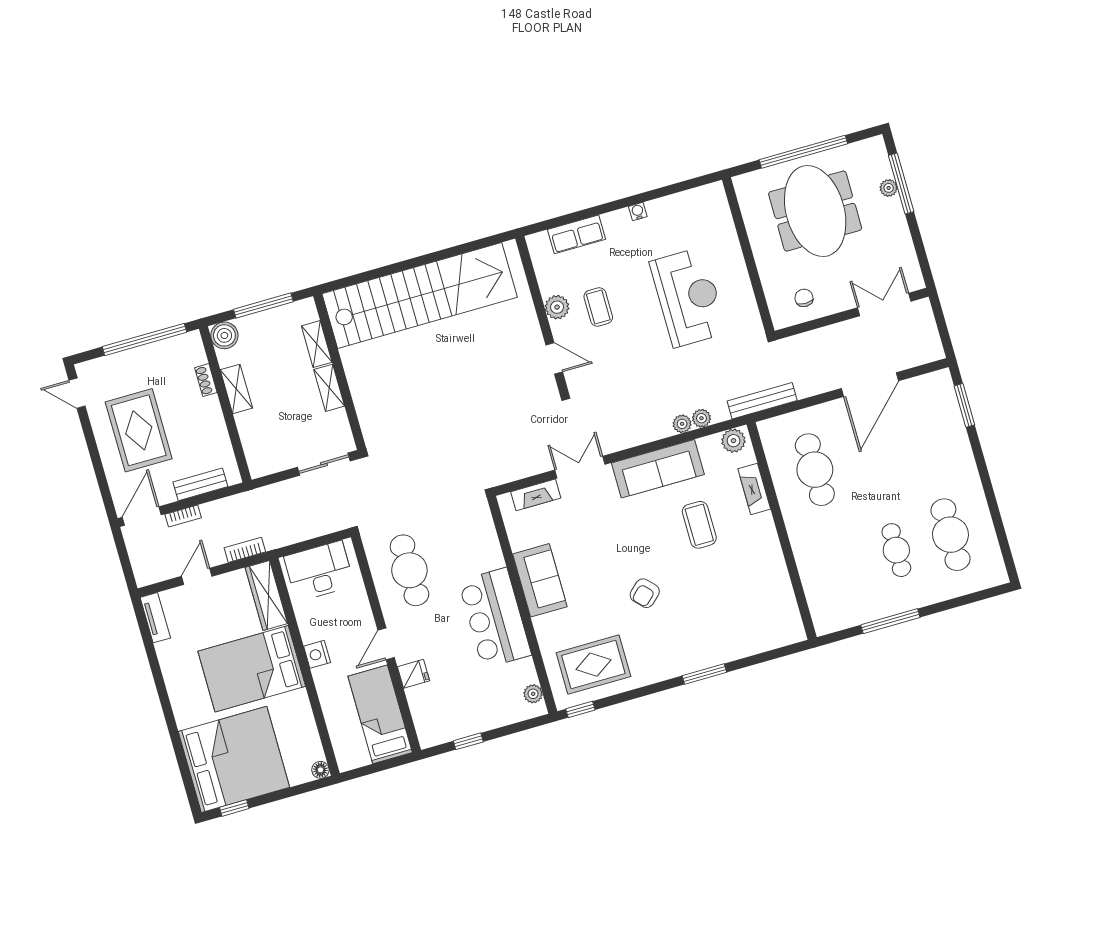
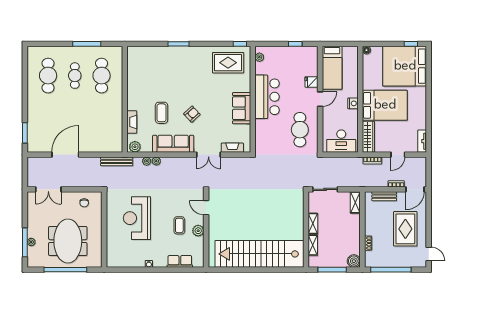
shelving: (236, 389) -> (355, 202), moved
cafe table: (815, 470) -> (102, 76), moved
armchair: (645, 593) -> (192, 114), moved

